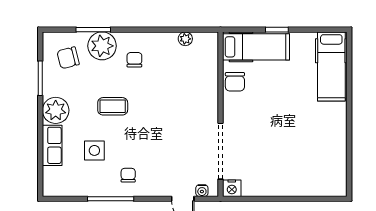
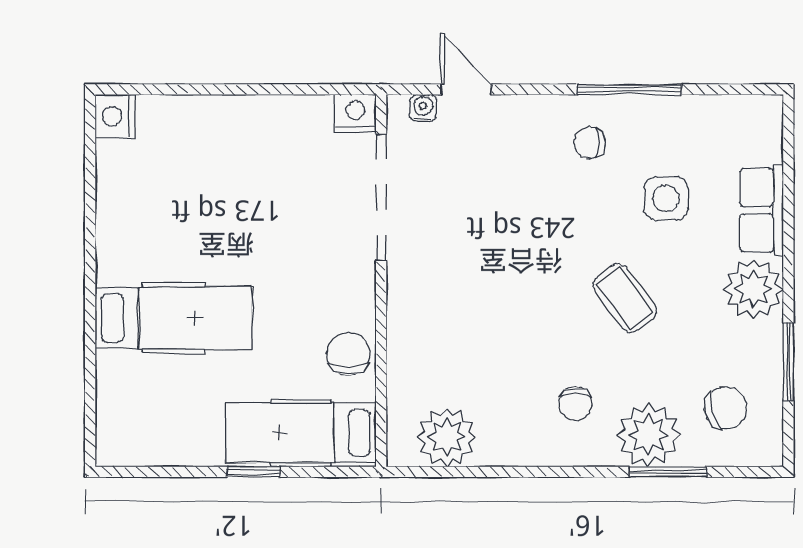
plant: (185, 39) -> (447, 437), width x1.88, depth x1.88
hospital bed: (331, 66) -> (173, 318), moved, turned 90
coffee table: (113, 106) -> (625, 298), turned 53
chair: (128, 175) -> (590, 143), turned 90
nightstand: (338, 187) -> (115, 116), added

